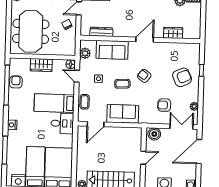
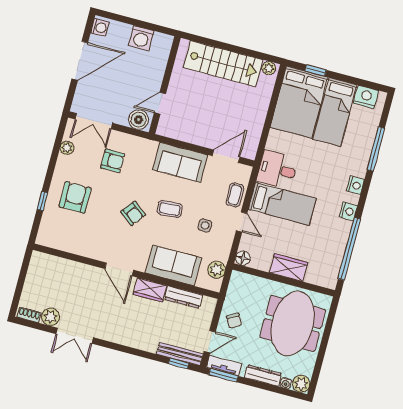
wardrobe: (173, 33) -> (150, 290), moved
door: (145, 40) -> (119, 269), hinge flipped
door: (77, 76) -> (242, 222), moved
armchair: (182, 77) -> (75, 197), turned 114
armchair: (16, 82) -> (334, 251), removed
nightstand: (13, 108) -> (348, 211), added
door: (199, 152) -> (80, 61), moved
door: (143, 158) -> (160, 103), moved

